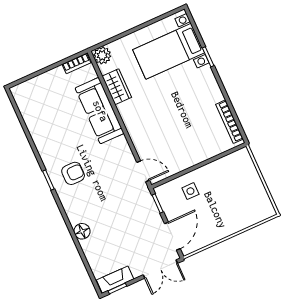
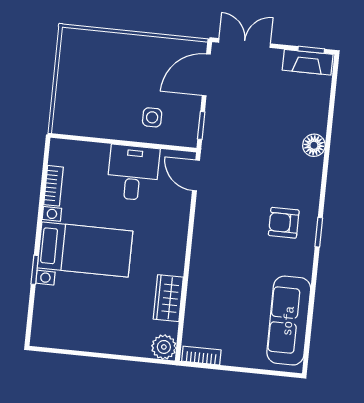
bed with nightstands: (169, 51) -> (85, 249), moved
sofa: (100, 111) -> (289, 321), moved, turned 180
bookcase: (230, 122) -> (53, 186), width x0.64
desk: (182, 151) -> (133, 173), added

